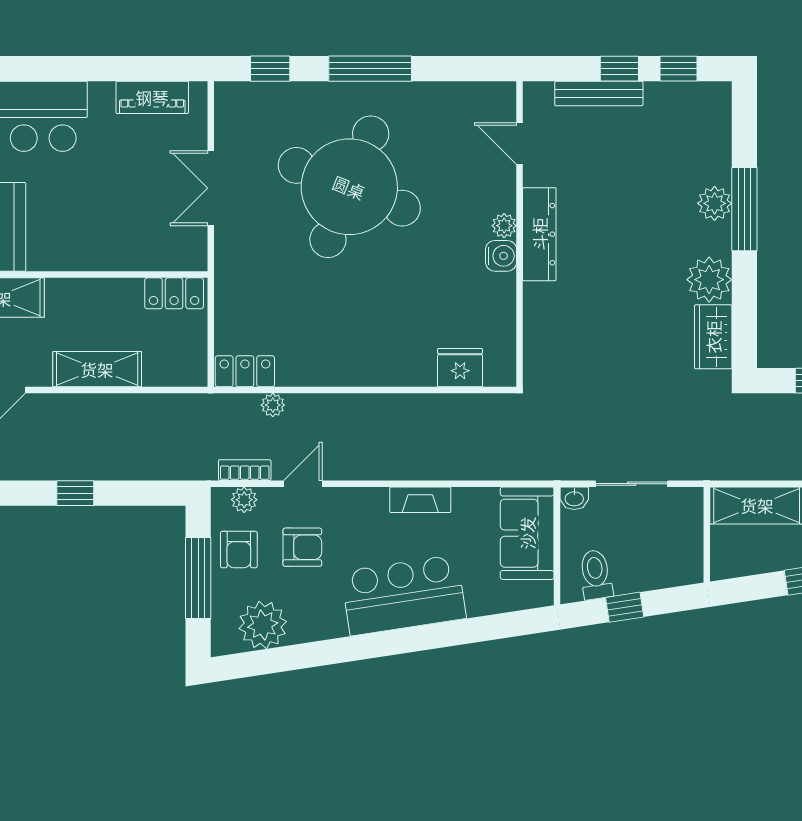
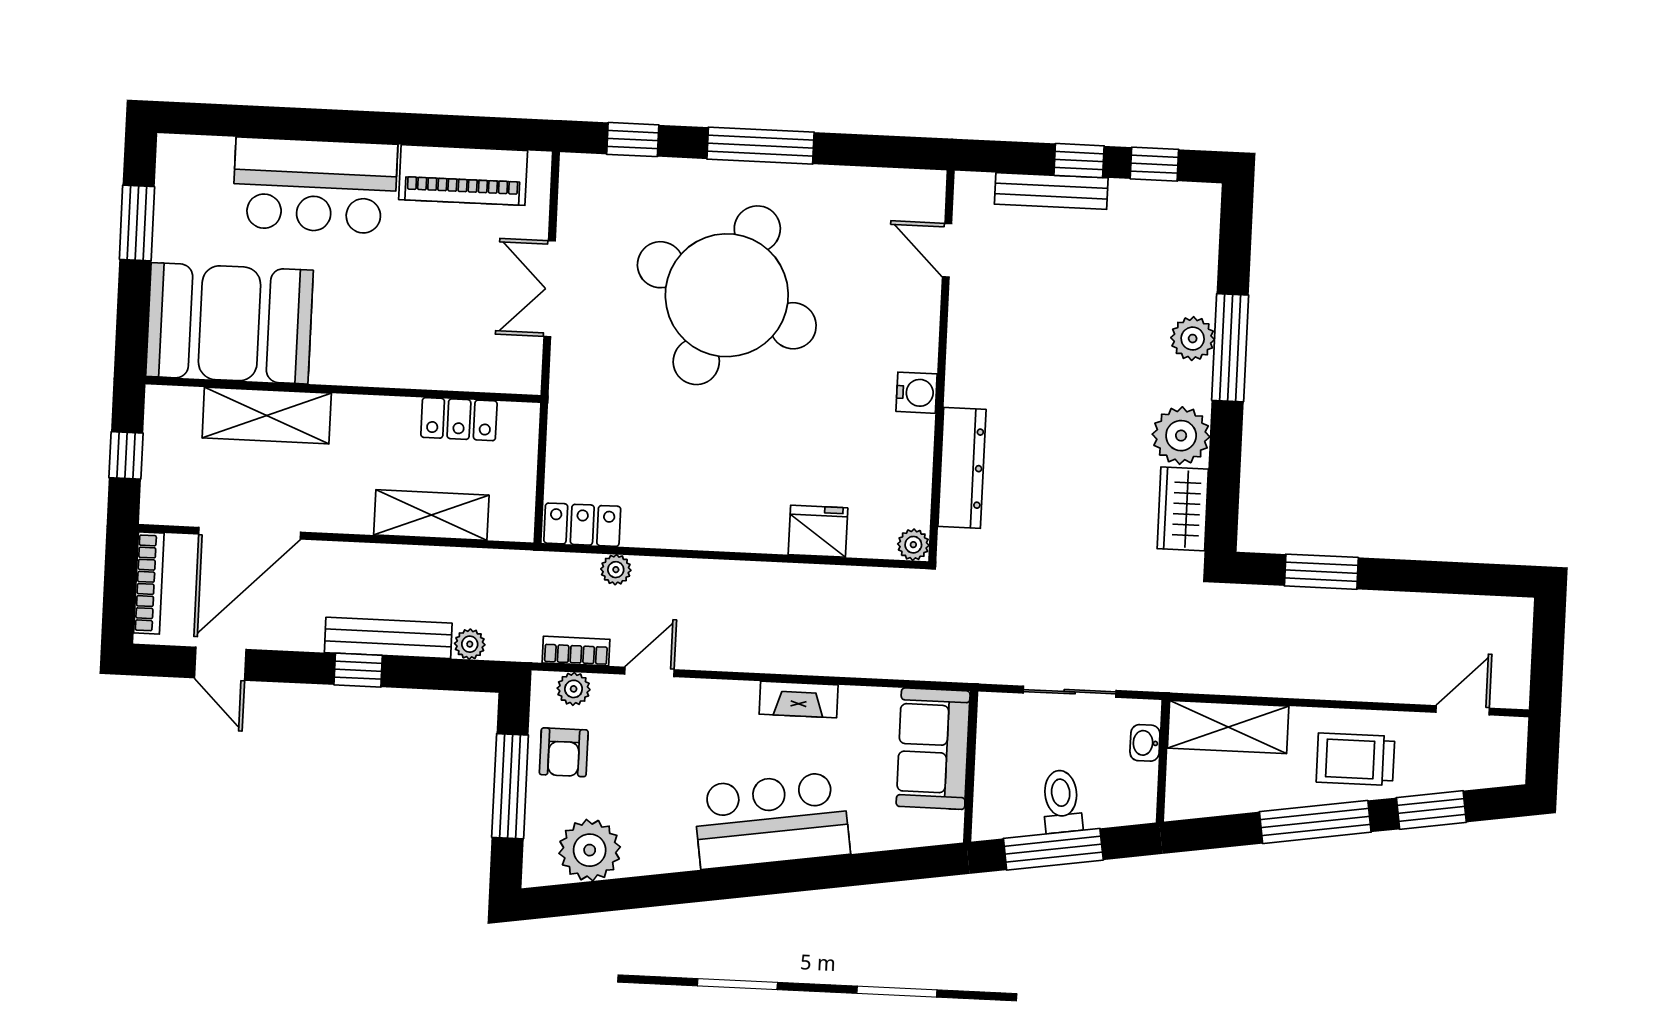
piano: (152, 97) -> (463, 175), width x1.37, depth x1.33
plant: (504, 226) -> (913, 545), moved
dresser: (539, 234) -> (962, 468), moved
locker: (174, 293) -> (459, 419), moved
fridge: (460, 368) -> (818, 531), moved
shelving: (97, 369) -> (431, 515), moved
bench: (98, 467) -> (388, 638), added
plant: (161, 469) -> (470, 644), added
washbasin: (574, 498) -> (1145, 743), moved, turned 90
armchair: (302, 547) -> (645, 753), removed
toilet: (596, 575) -> (1062, 801), moved
window: (625, 607) -> (1053, 849), width x2.17

